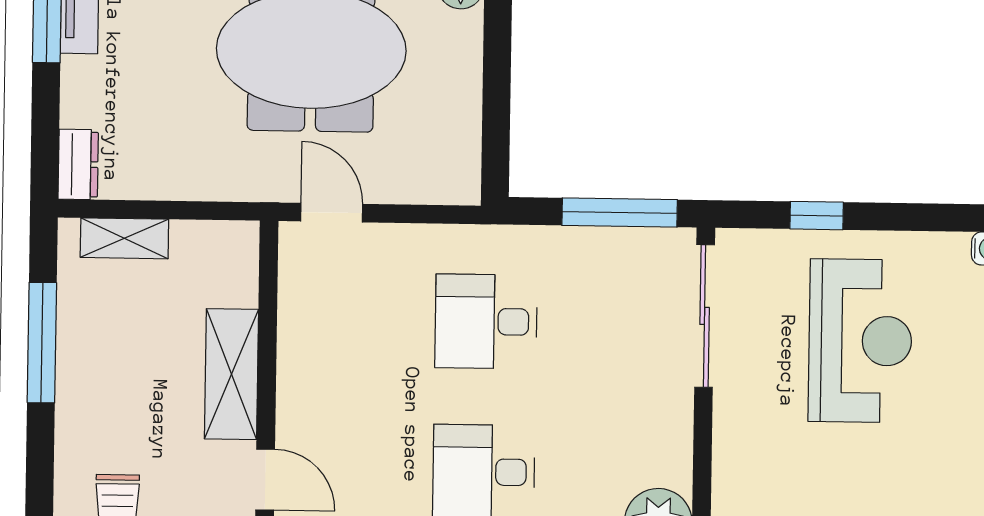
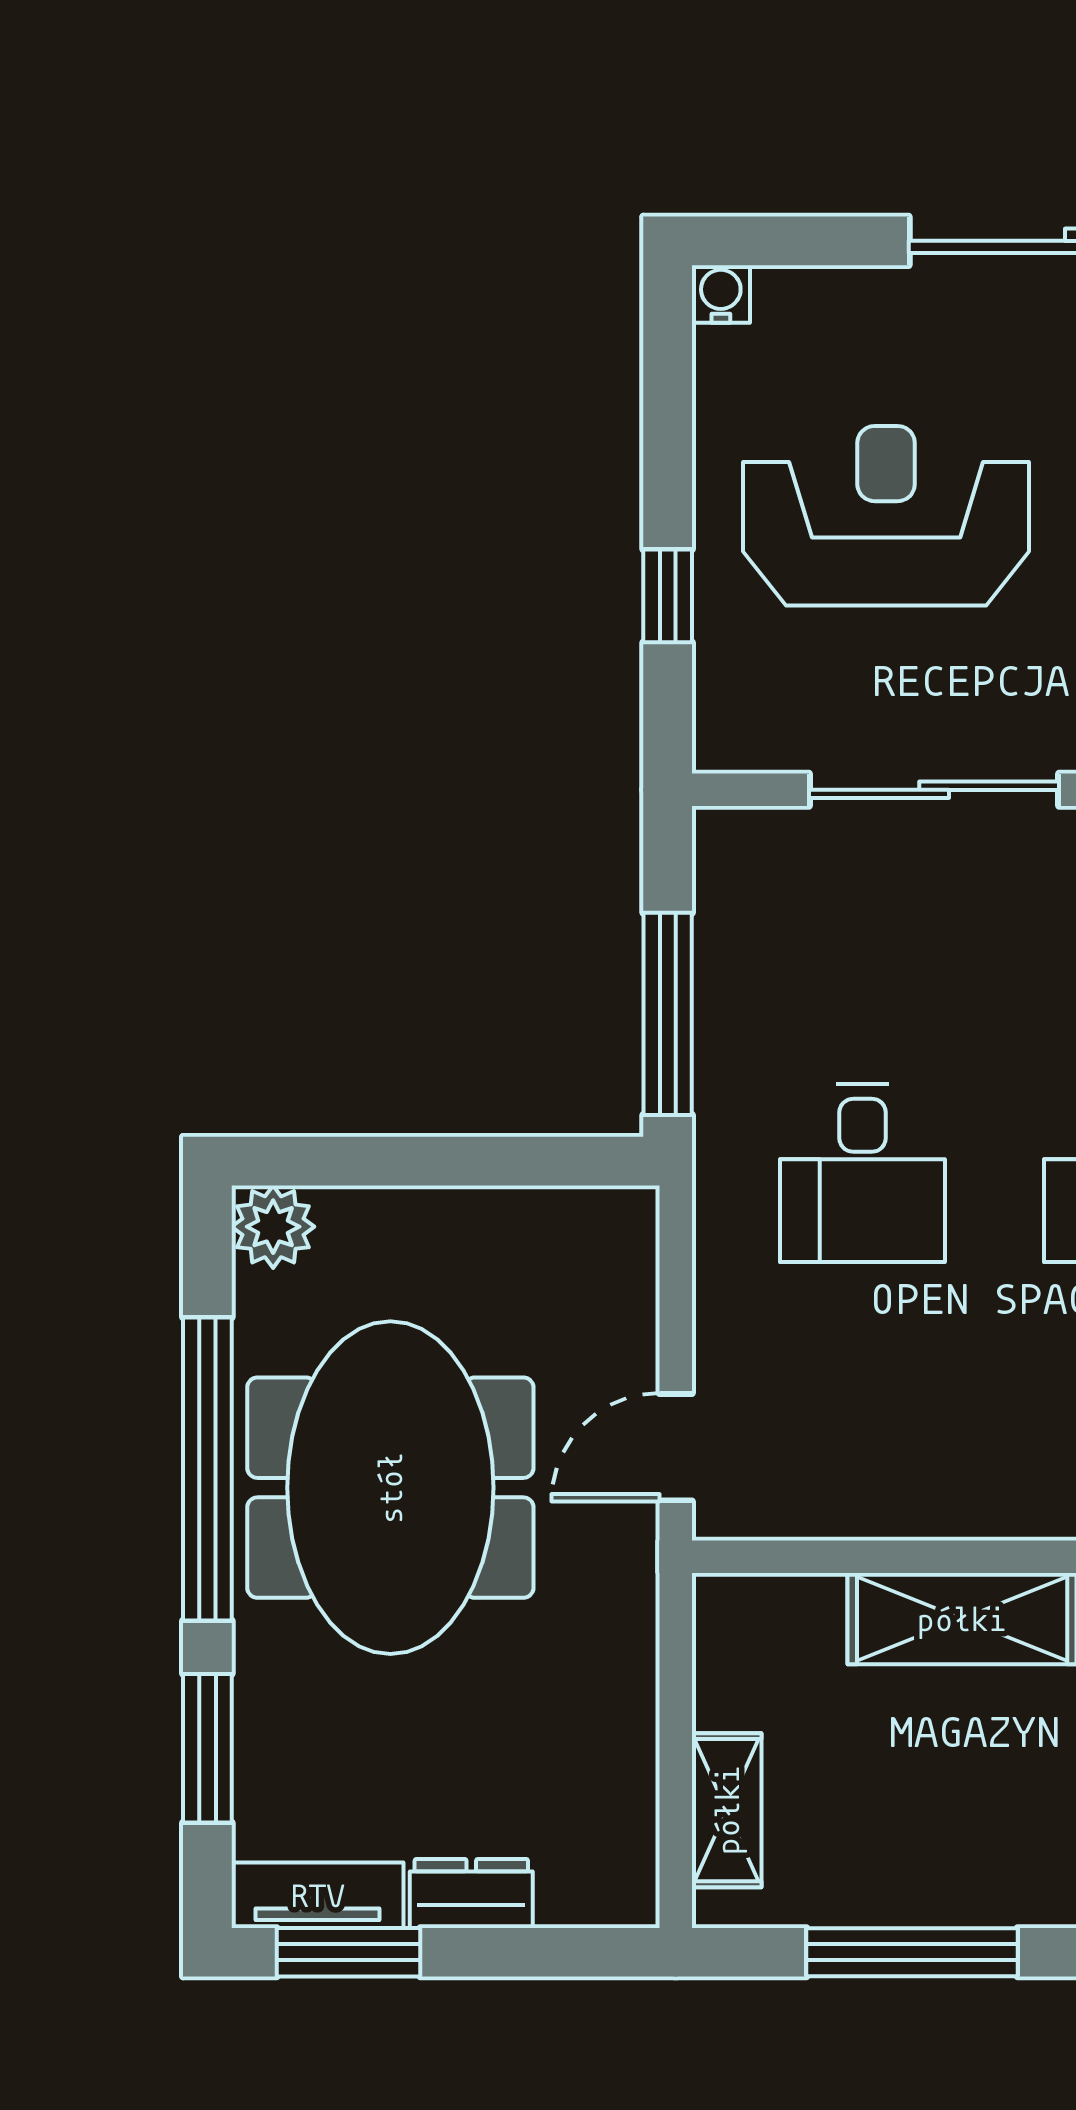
dresser: (78, 164) -> (471, 1893), moved
window: (620, 213) -> (668, 1014), moved
sliding door: (705, 316) -> (934, 790), moved

